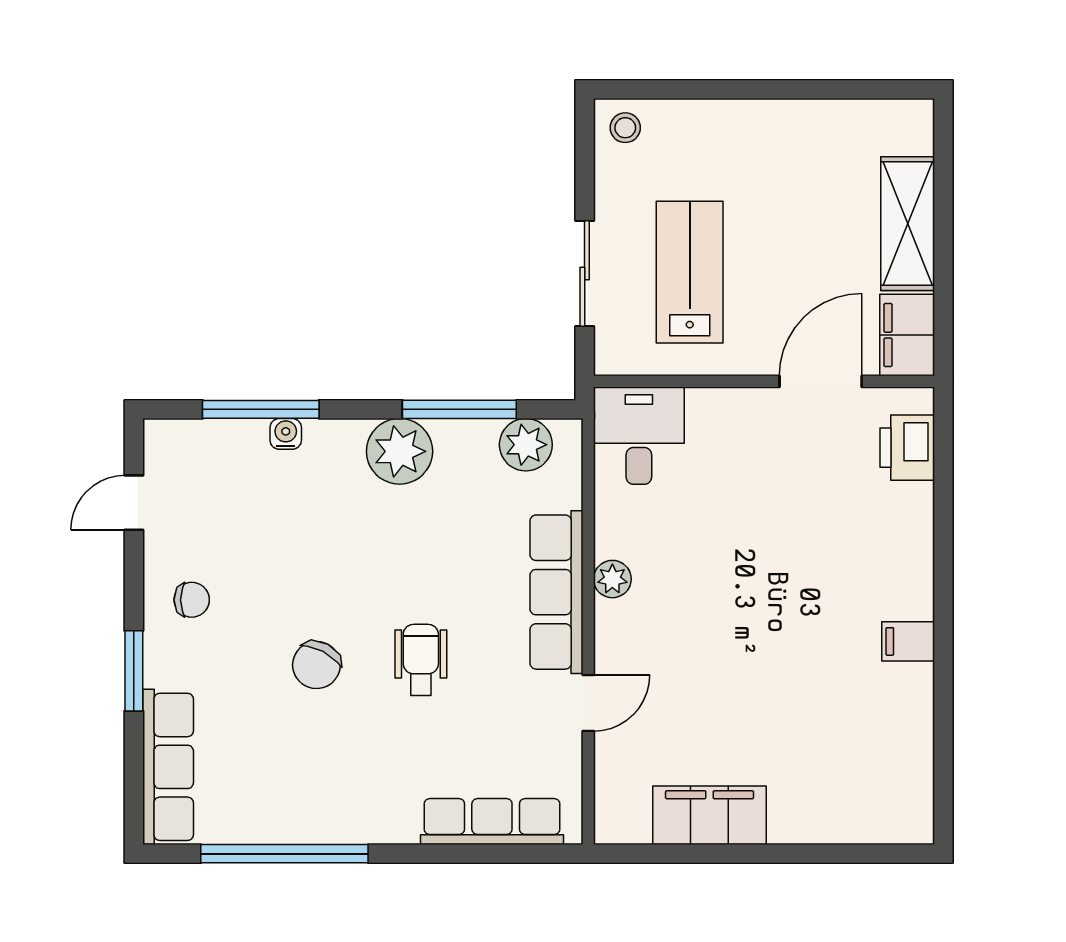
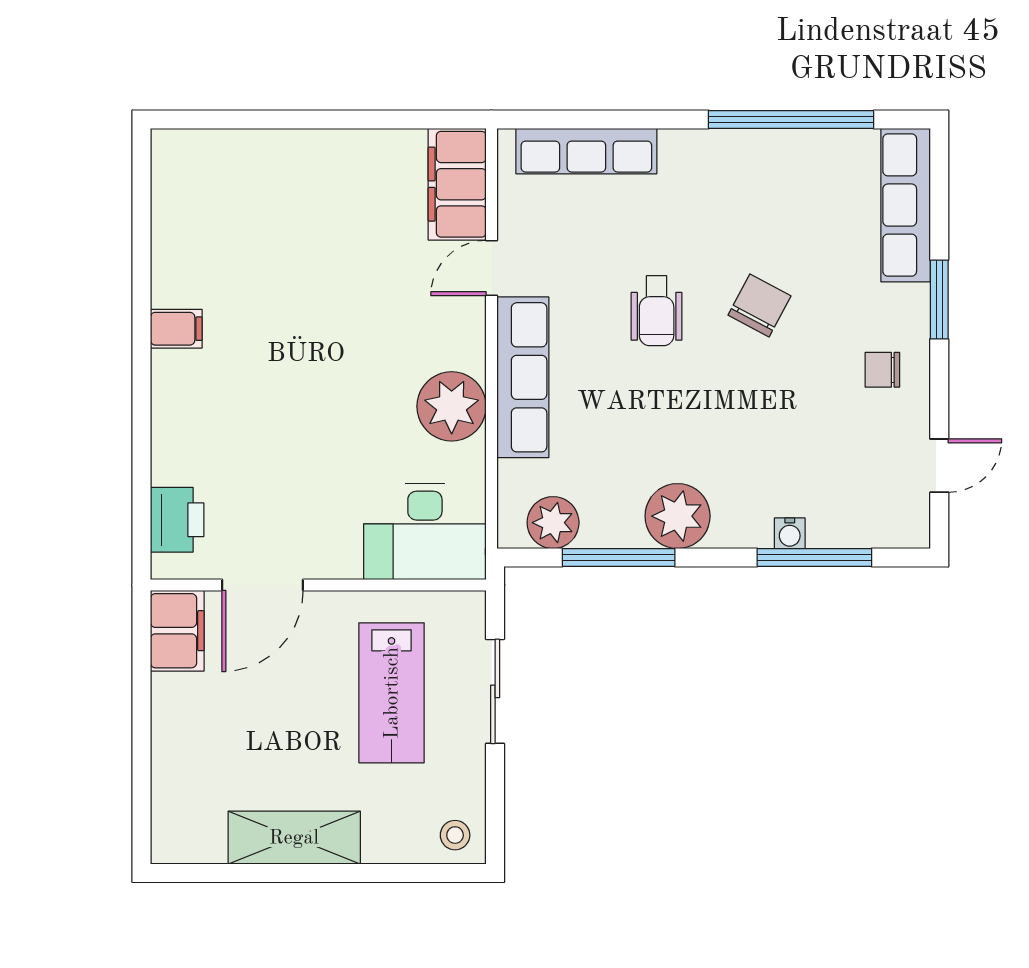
shelving: (908, 224) -> (294, 838), moved, turned 90
desk: (639, 436) -> (425, 532), width x1.37
plant: (612, 579) -> (452, 406), width x1.88, depth x1.88
filing cabinet: (710, 815) -> (457, 184), moved, turned 90

